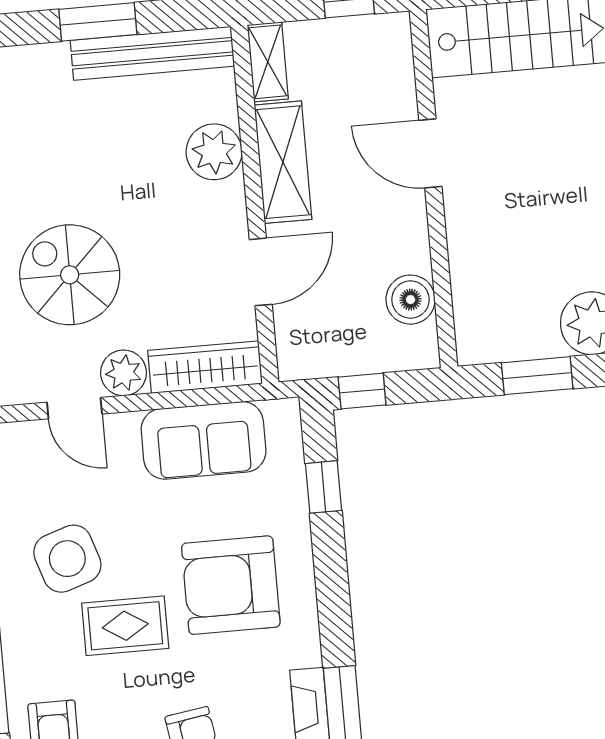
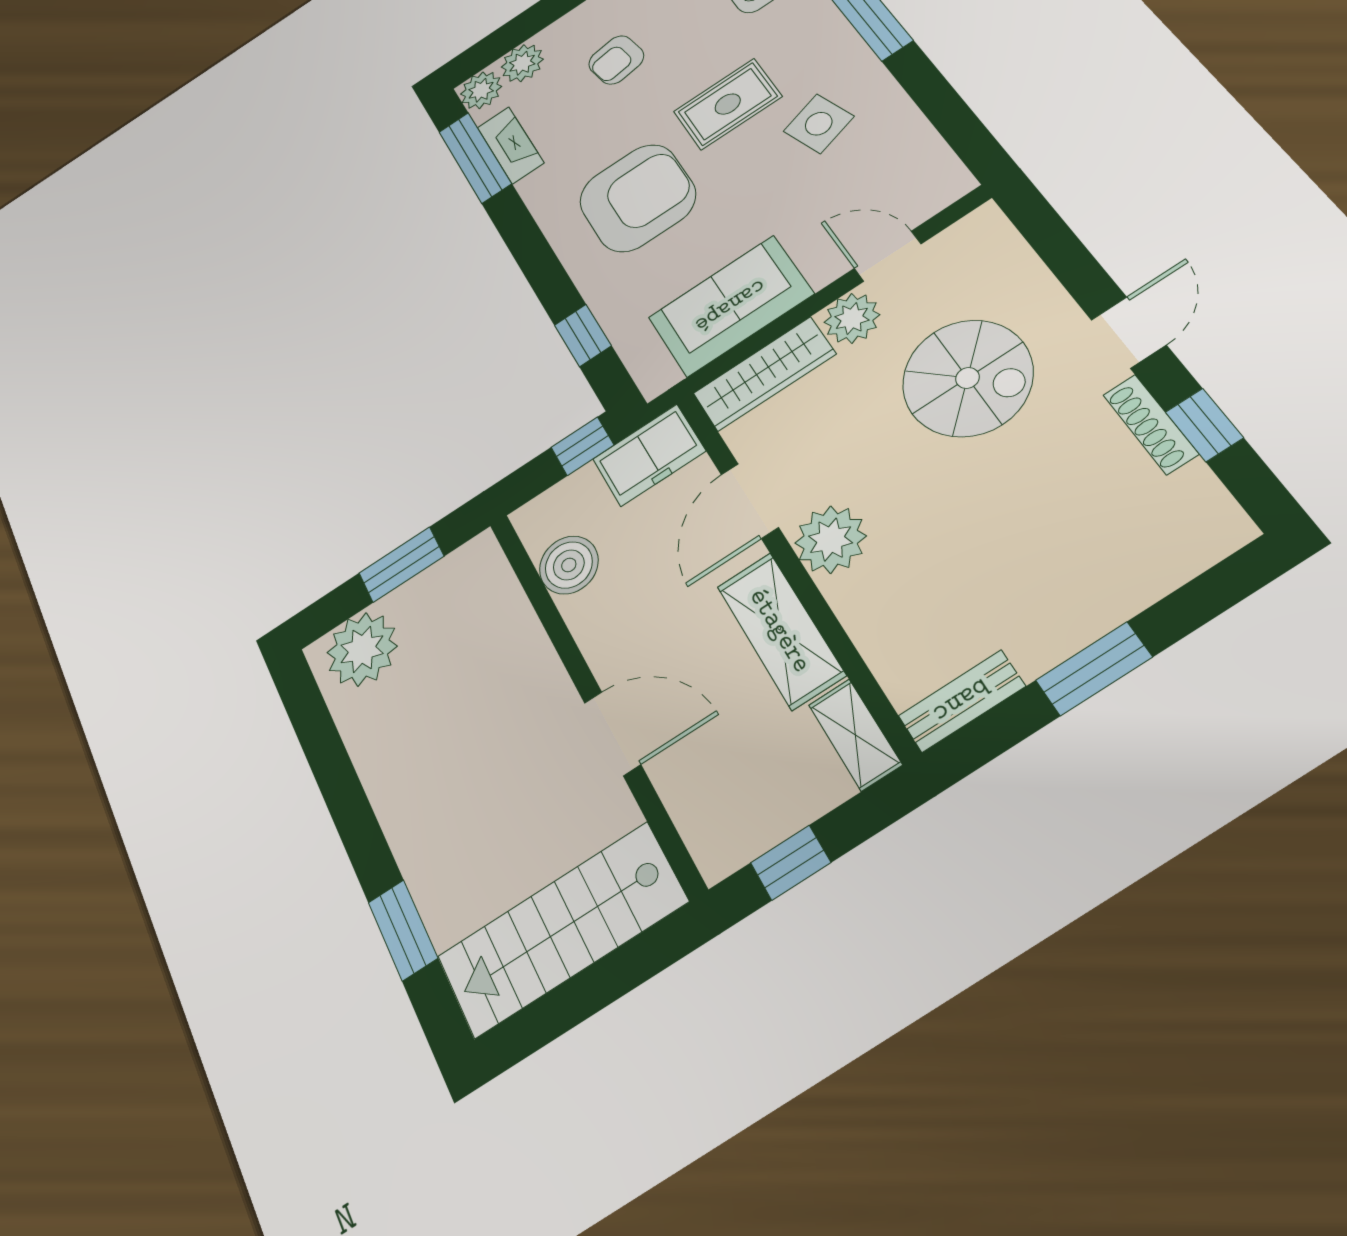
bench: (152, 53) -> (962, 701), width x0.54, depth x0.82
plant: (214, 152) -> (831, 540), moved
freezer: (316, 353) -> (649, 455), added
side table: (67, 559) -> (819, 124), width x0.73, depth x0.73

